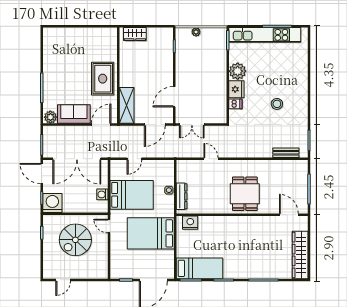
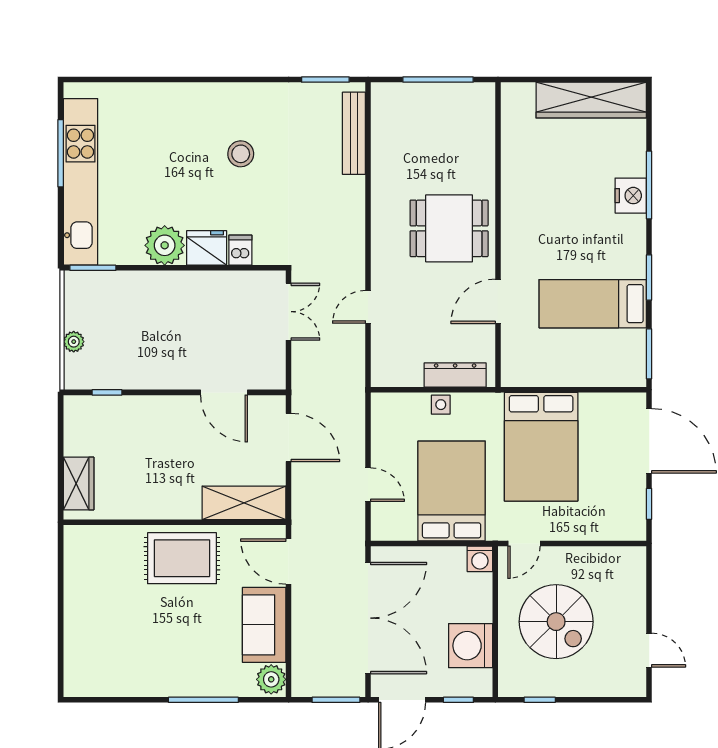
double door: (192, 125) -> (289, 312), moved
bench: (286, 153) -> (354, 133), width x1.36
washing machine: (102, 194) -> (480, 559), moved
washing machine: (52, 203) -> (471, 646), moved
door: (289, 215) -> (498, 301), moved
nightstand: (190, 223) -> (631, 196), moved, turned 180
bed: (200, 268) -> (593, 304), moved, turned -90

